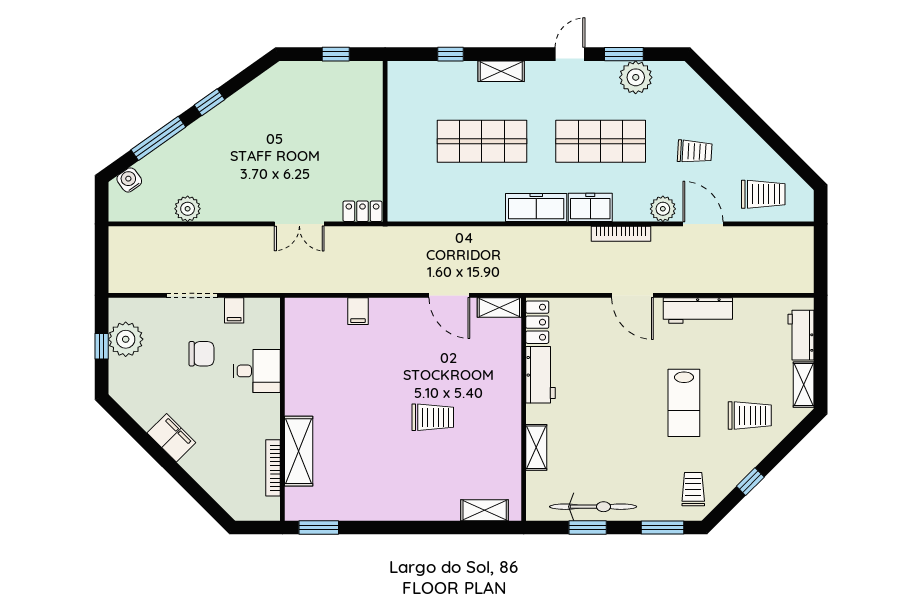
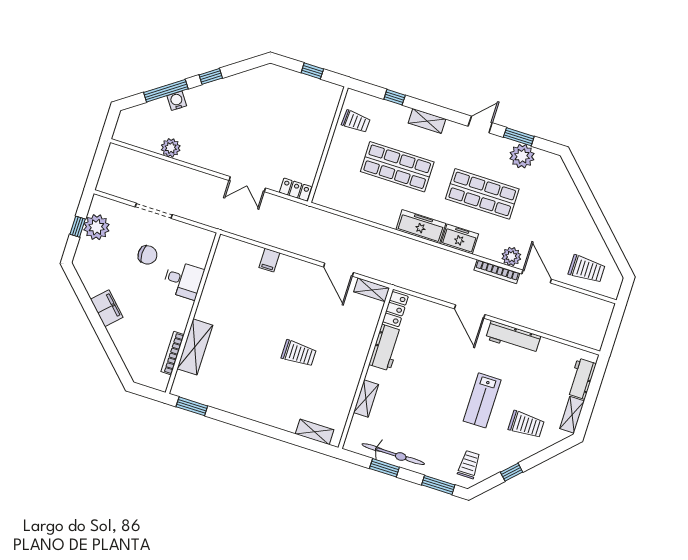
trolley: (695, 151) -> (356, 121), moved
water cooler: (129, 180) -> (177, 101), moved
bookcase: (621, 234) -> (497, 272), moved
filing cabinet: (234, 310) -> (181, 231), removed

